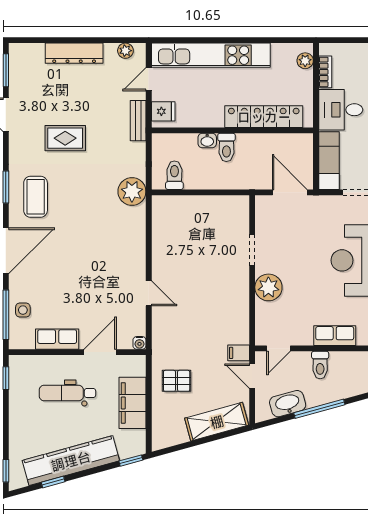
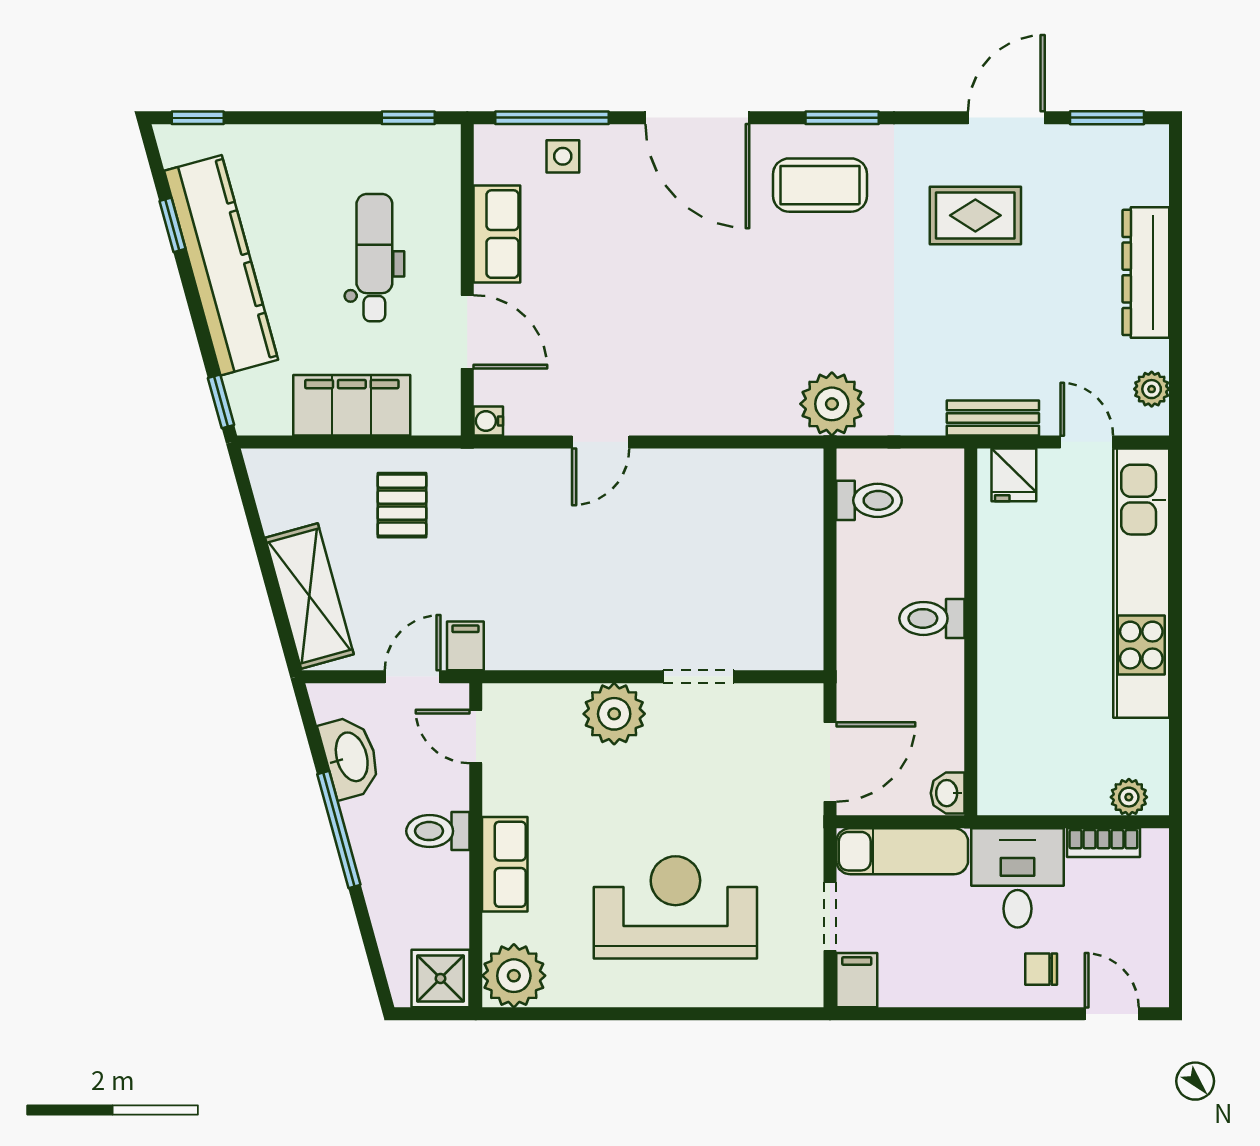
locker: (264, 117) -> (1002, 703), removed
rug: (65, 138) -> (975, 215), moved, turned 90
washbasin: (207, 141) -> (948, 793), moved

